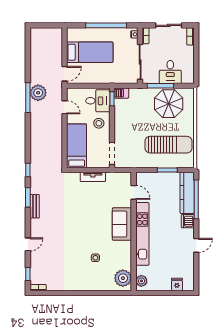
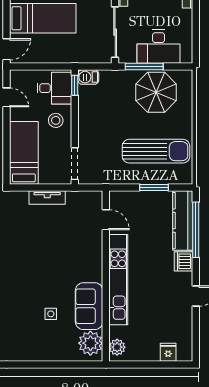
desk: (170, 72) -> (158, 47), width x1.37
sofa: (122, 224) -> (89, 306), moved

